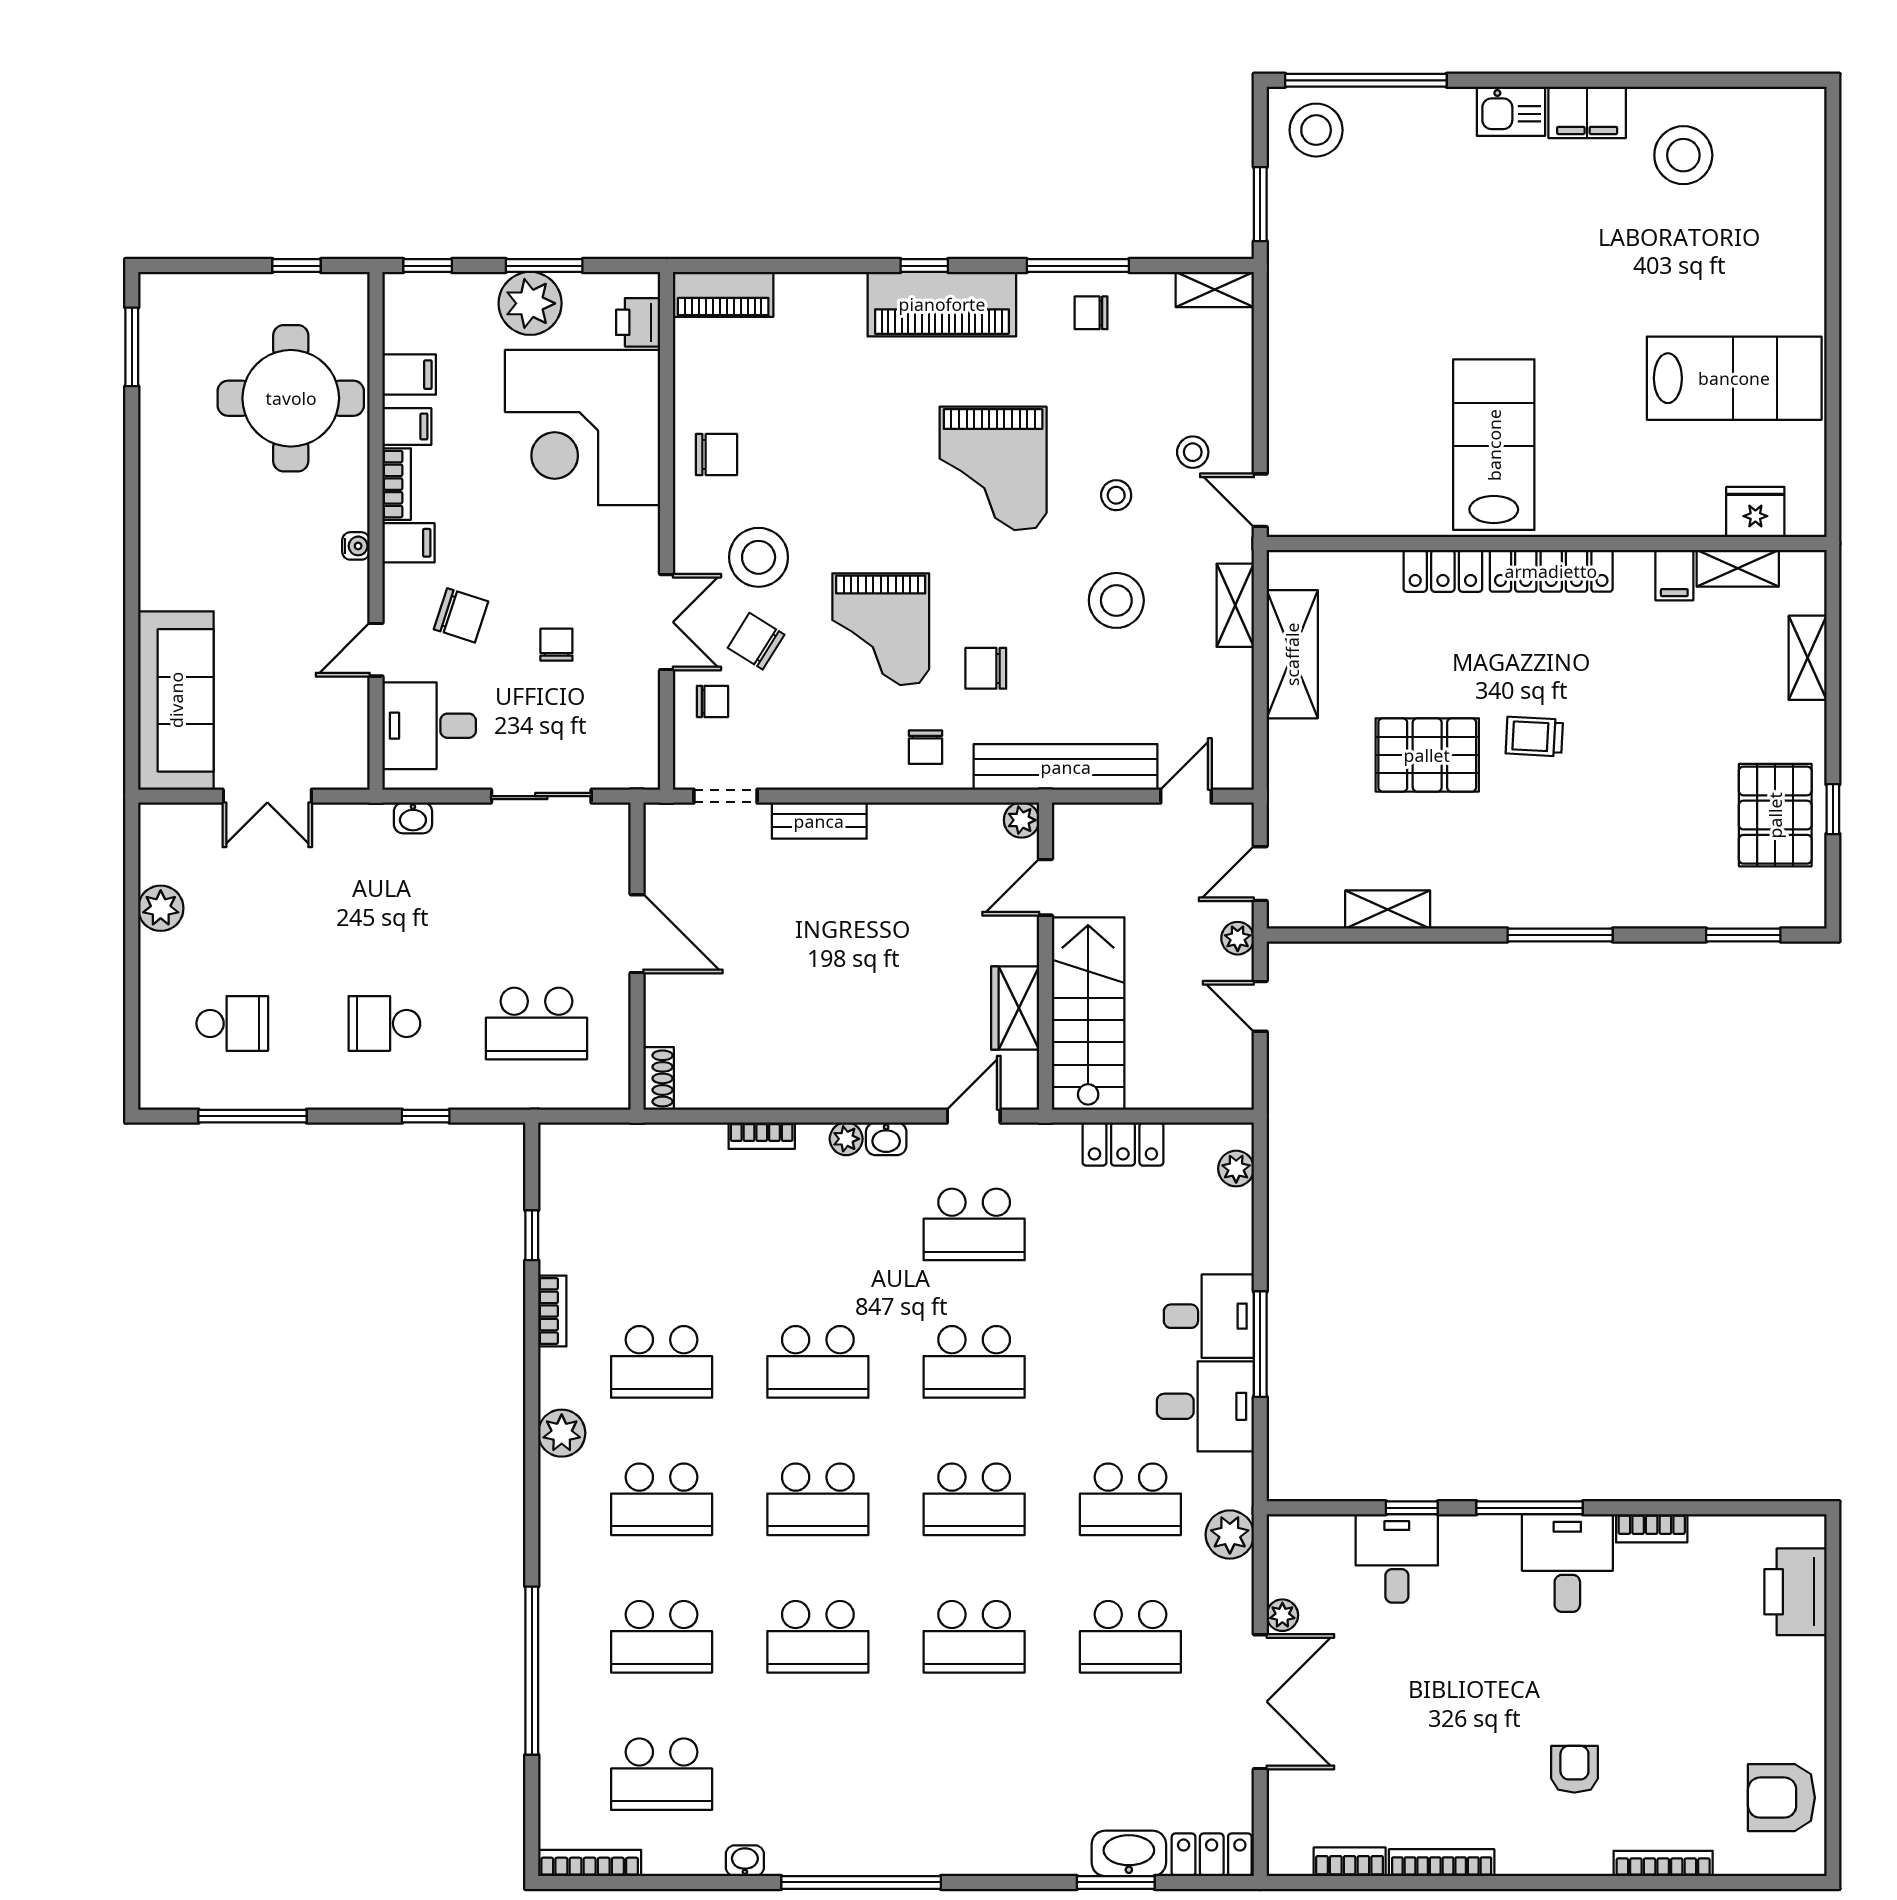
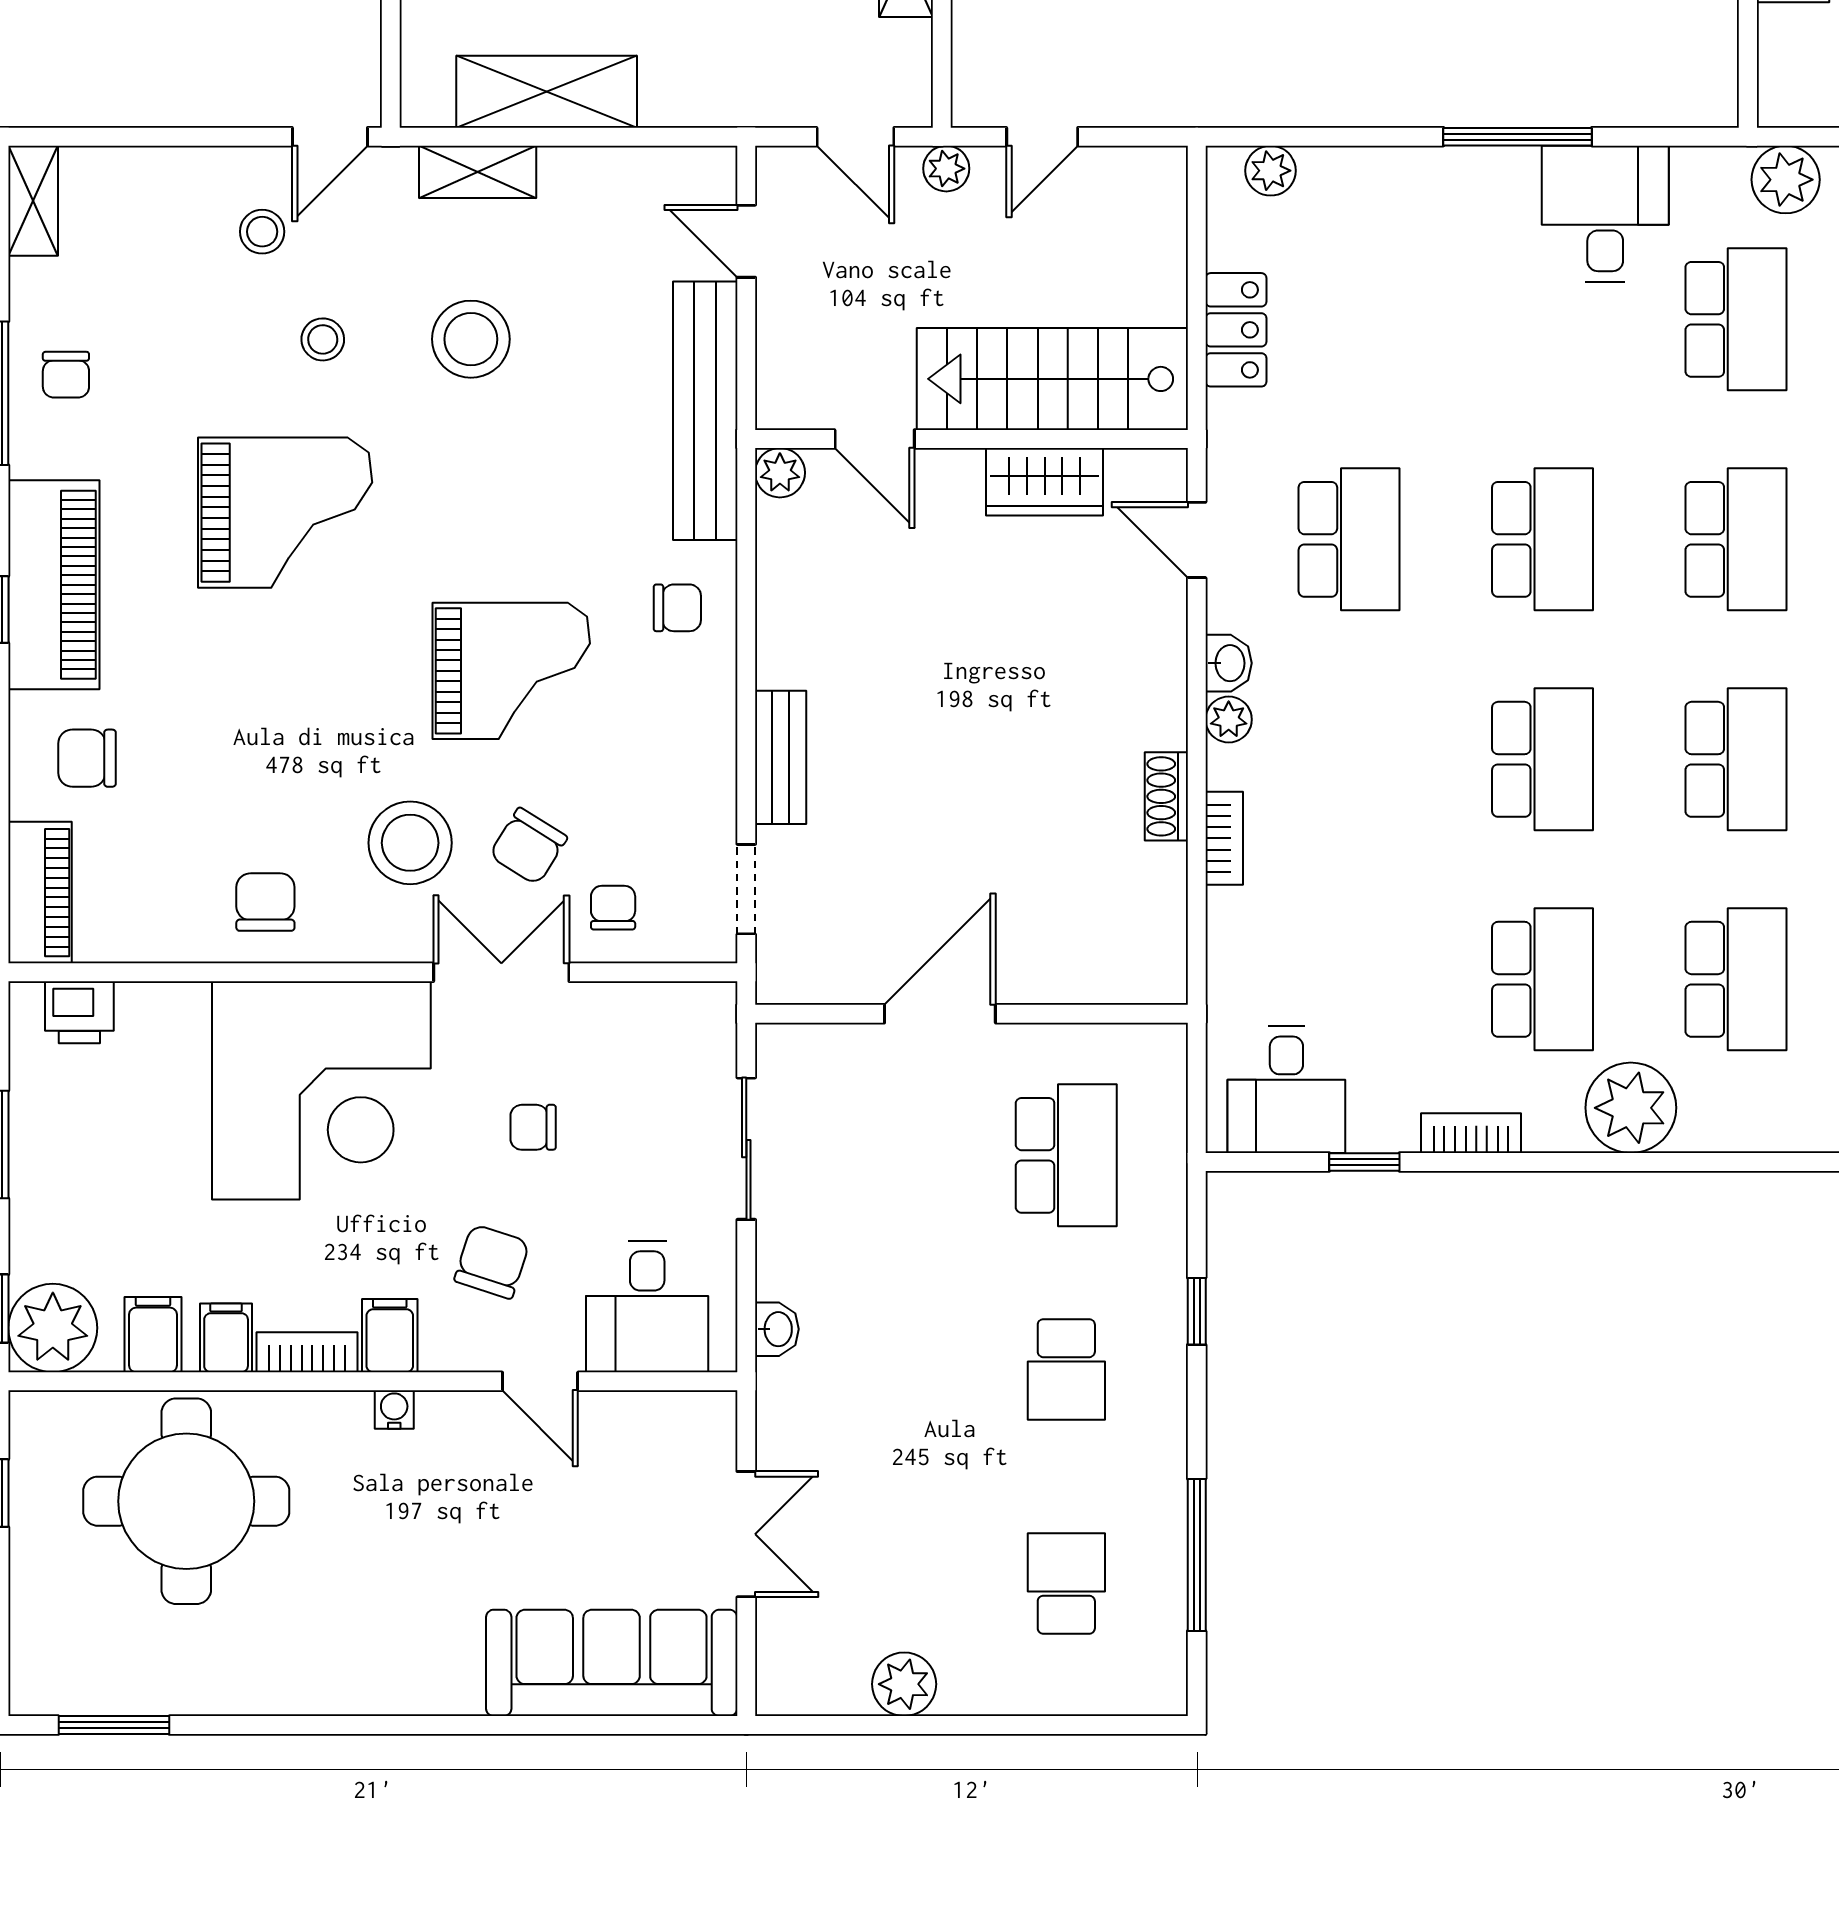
plant: (530, 303) -> (53, 1328), moved
corner desk: (583, 428) -> (321, 1090), moved
chair: (986, 668) -> (87, 758), moved, turned 90
shoe rack: (659, 1078) -> (1166, 796), moved, turned -90
desk: (1209, 1316) -> (1286, 1090), moved, turned 180
plant: (562, 1433) -> (1631, 1108), width x1.36, depth x1.36

